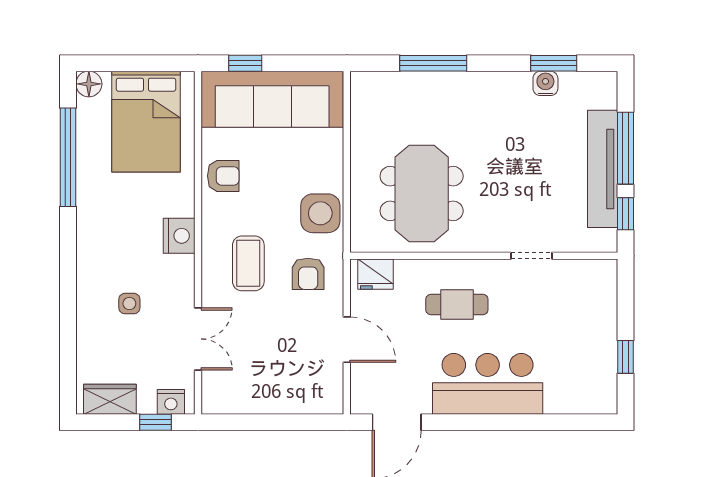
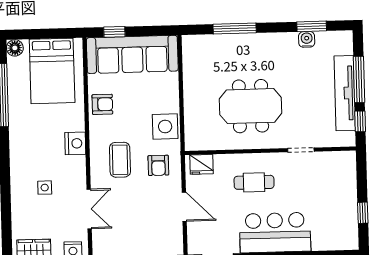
meeting table: (422, 193) -> (250, 106), moved, turned 90

